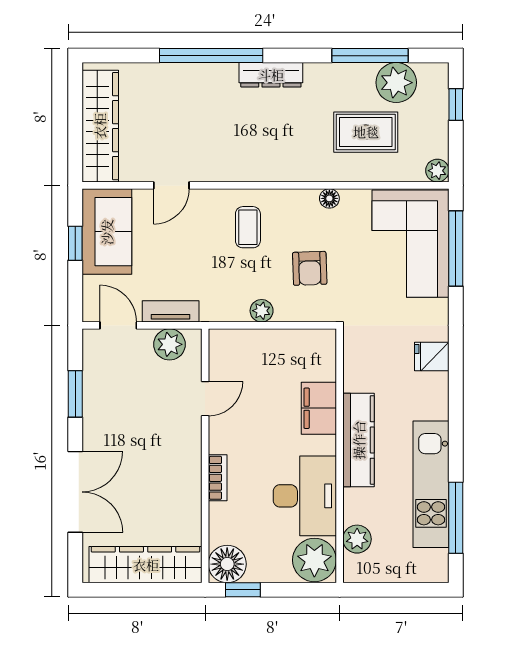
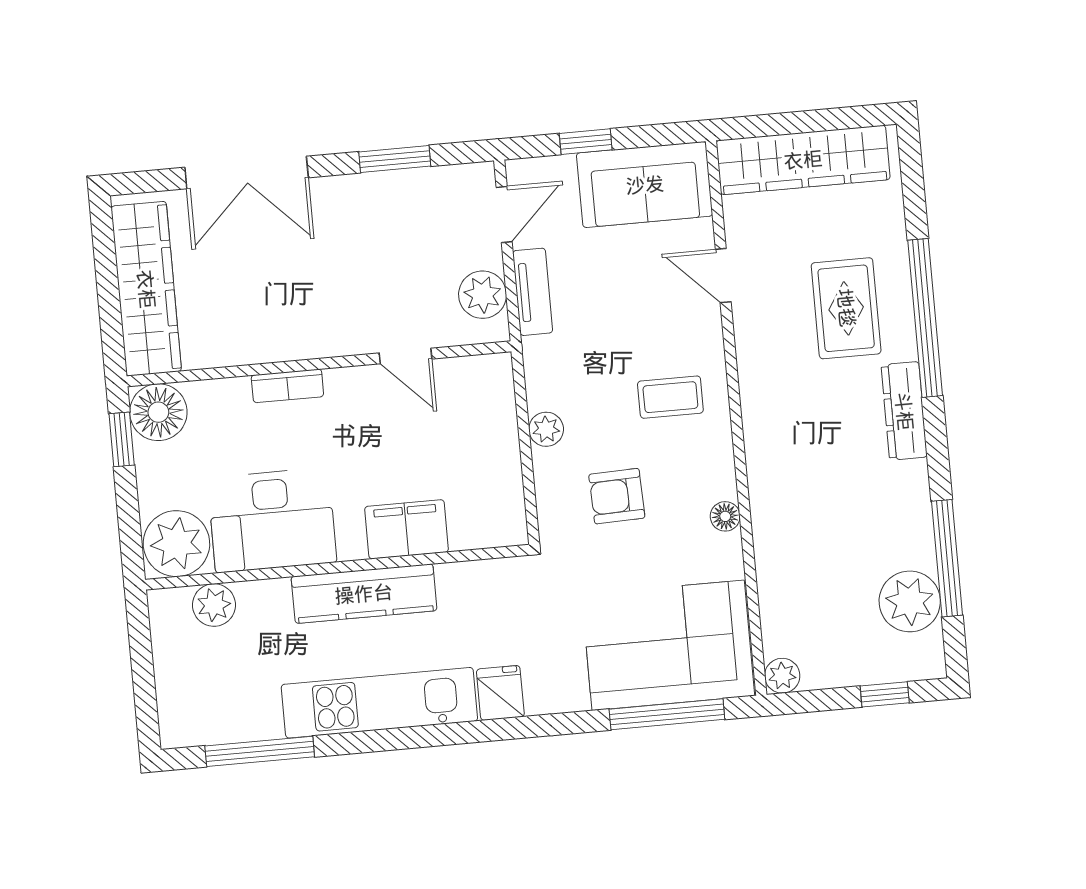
rug: (366, 132) -> (846, 308), moved
window: (75, 243) -> (586, 142), moved
kitchen unit: (431, 484) -> (379, 703), moved

